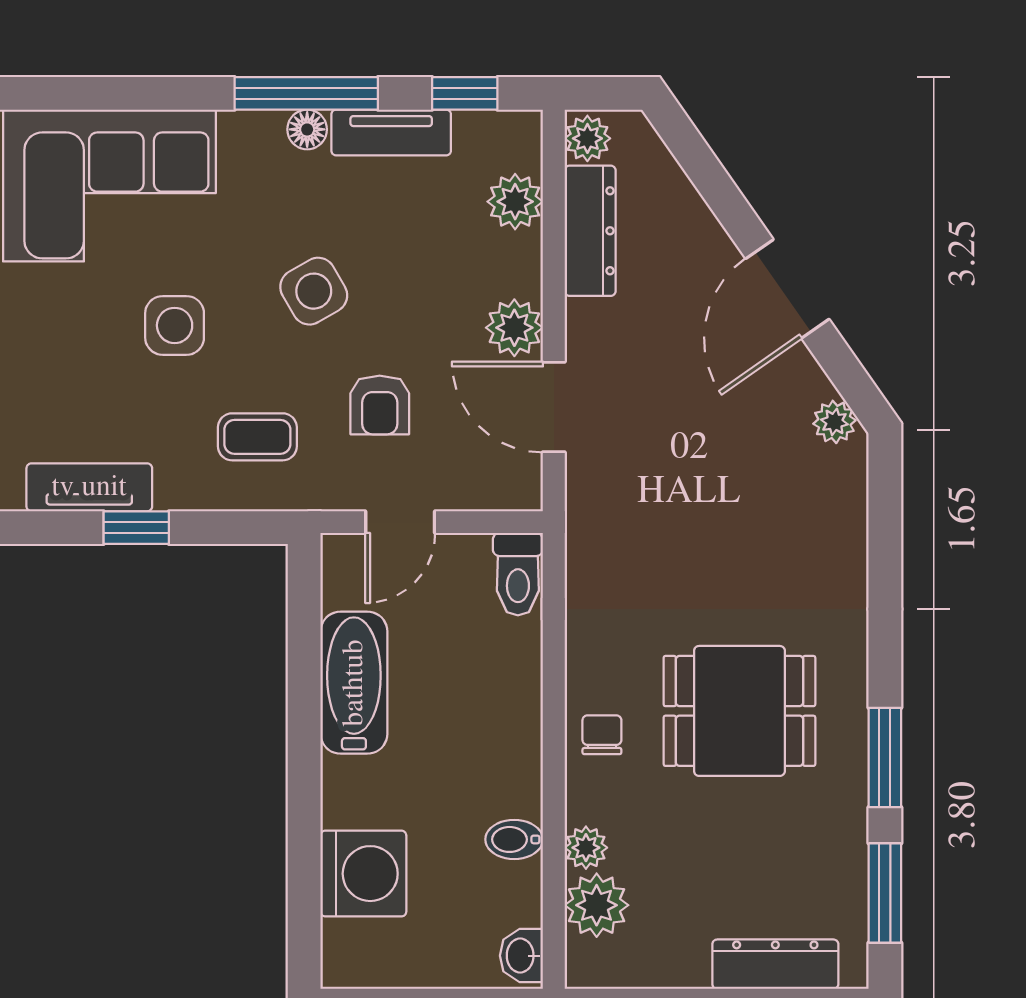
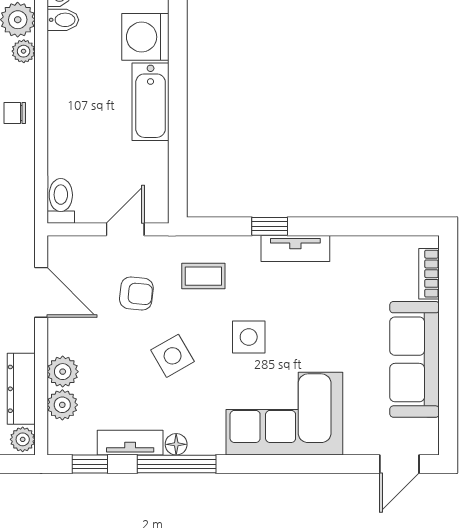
plant: (514, 328) -> (63, 372), moved
armchair: (380, 405) -> (136, 294), turned 96
bathtub: (354, 683) -> (151, 102), moved
chair: (602, 735) -> (15, 113), turned 90
bidet: (514, 839) -> (63, 20), moved

